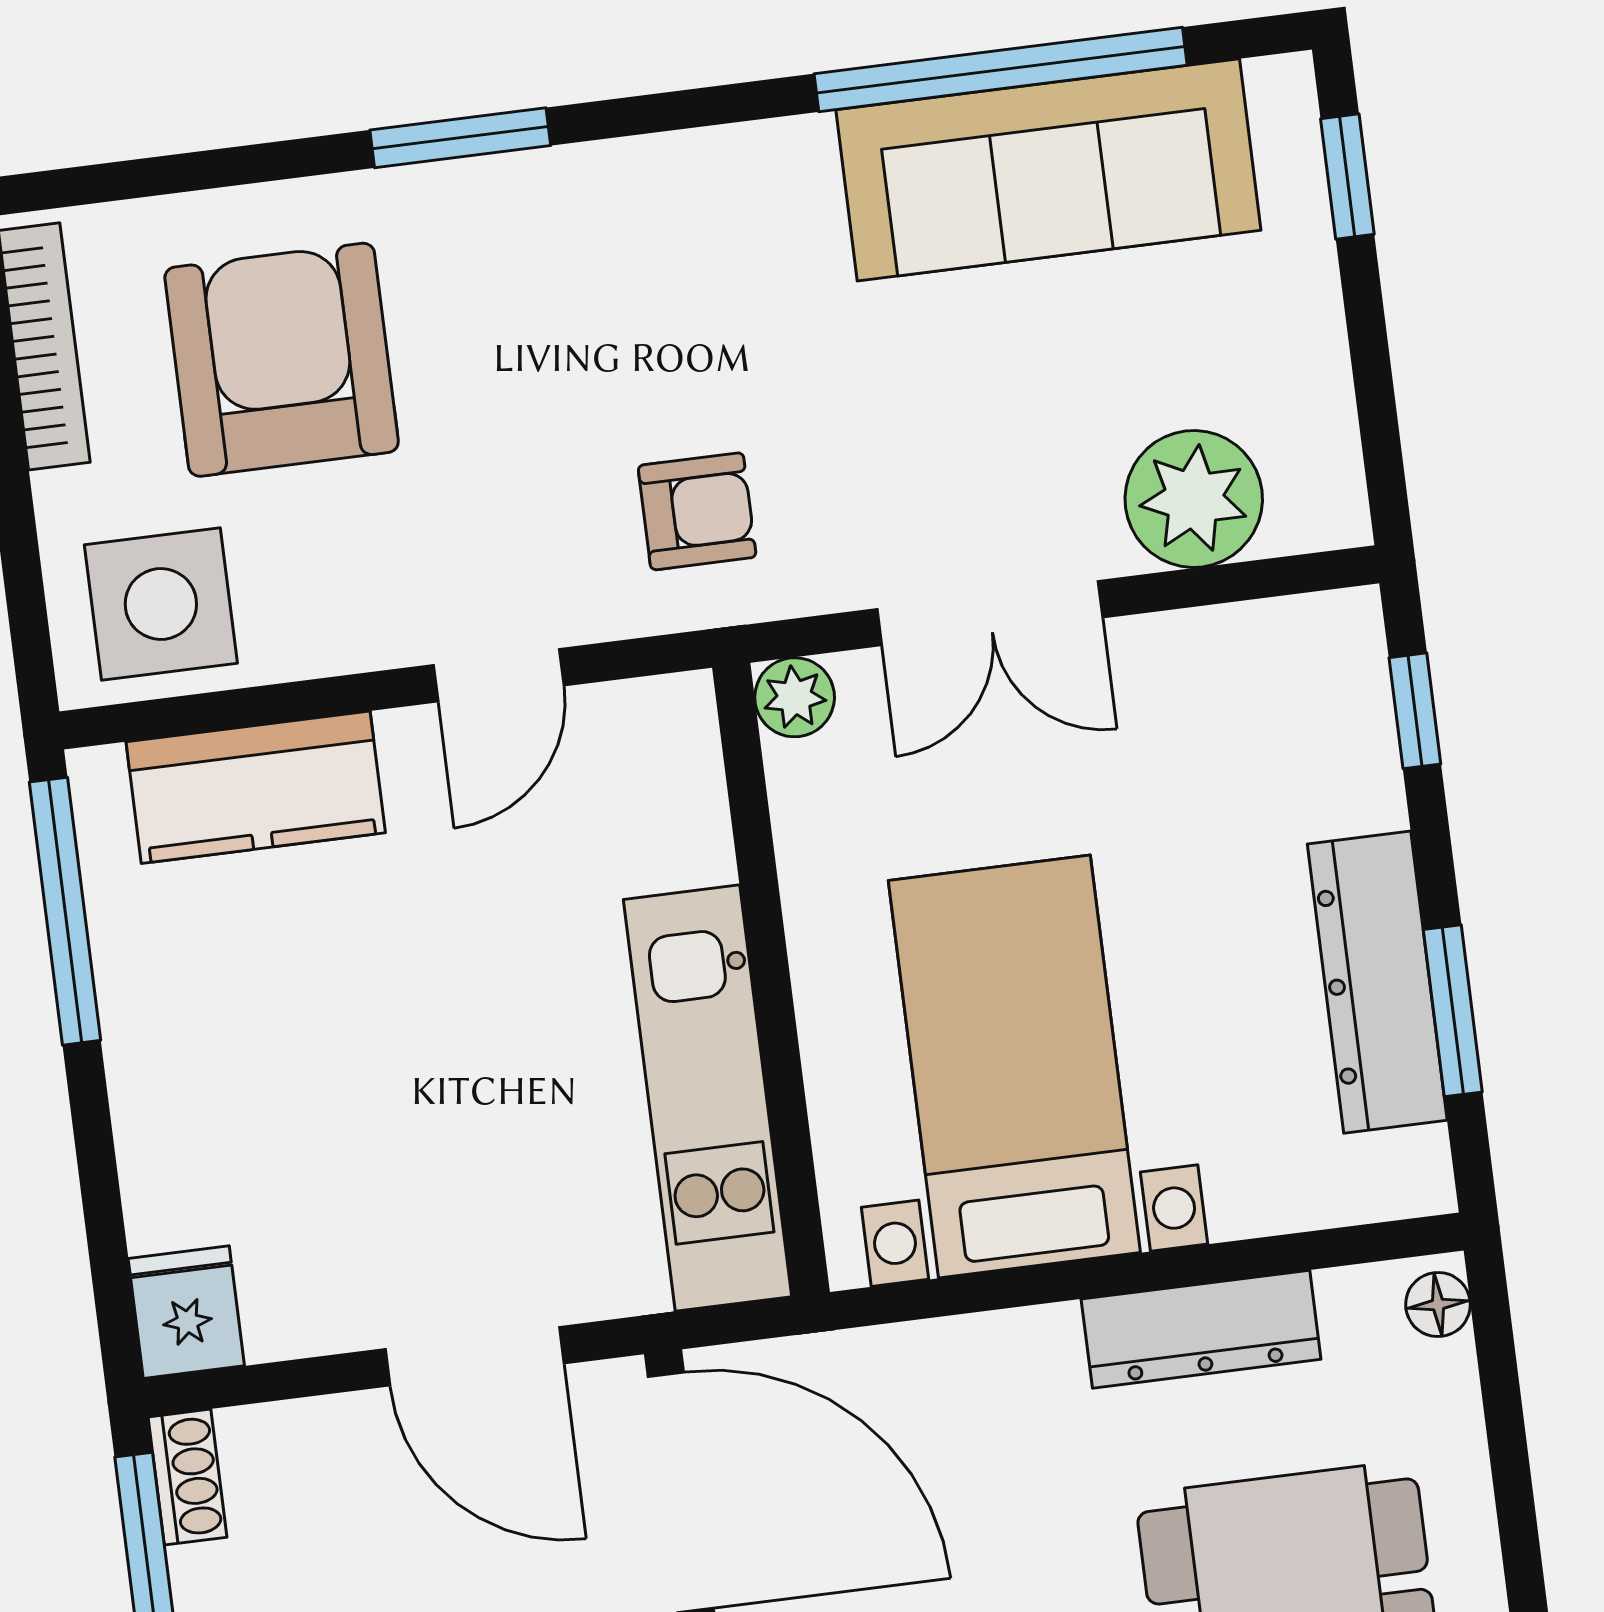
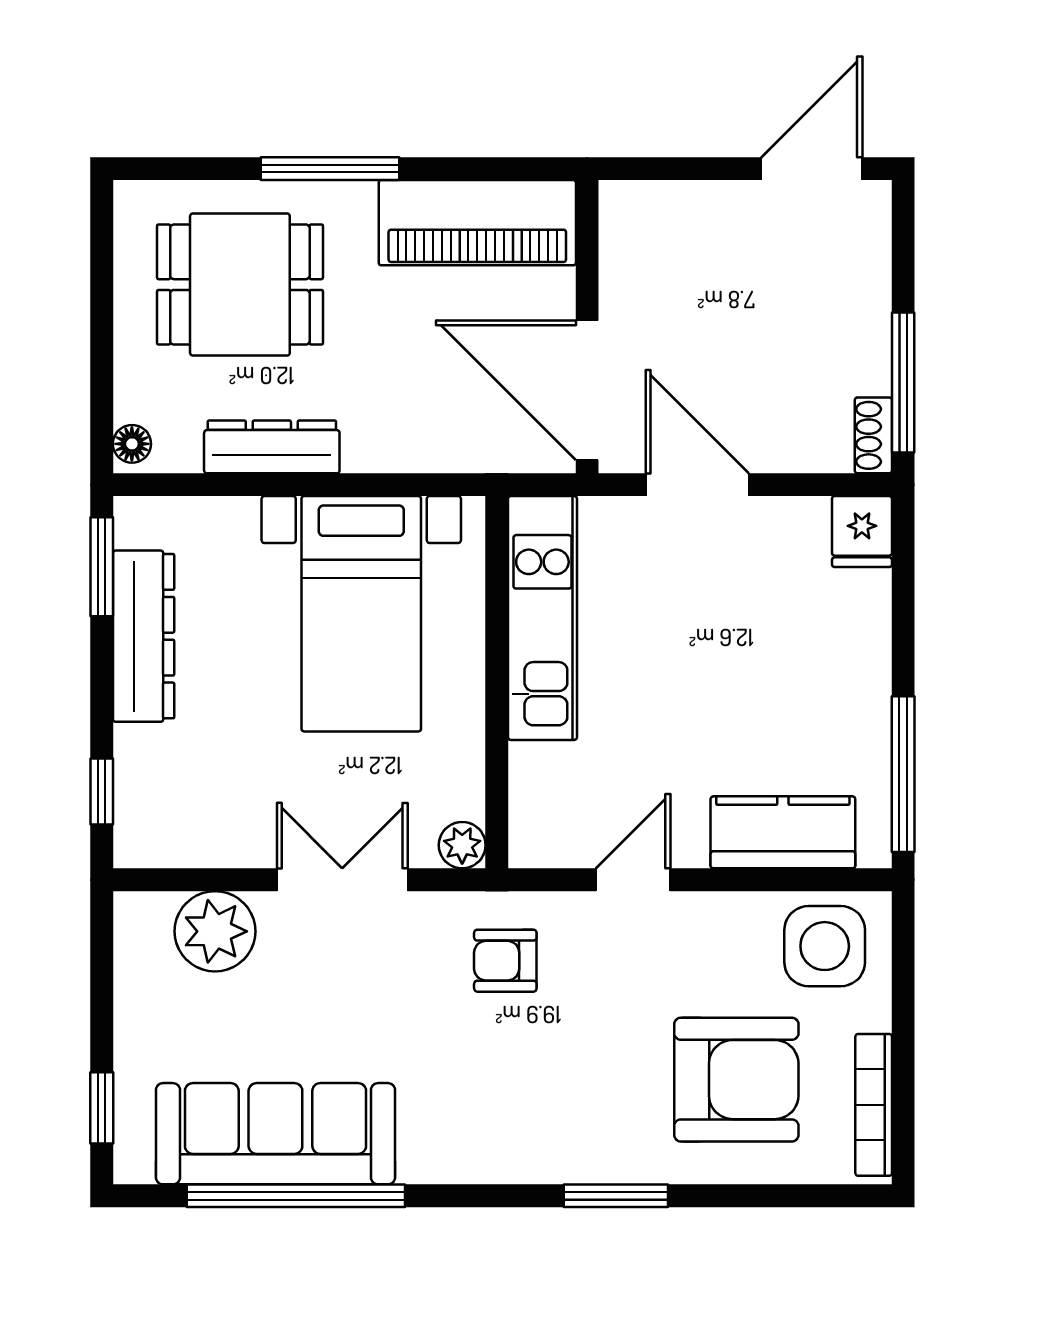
armchair: (282, 360) -> (736, 1080), turned -90
window: (1453, 1011) -> (102, 567), moved

